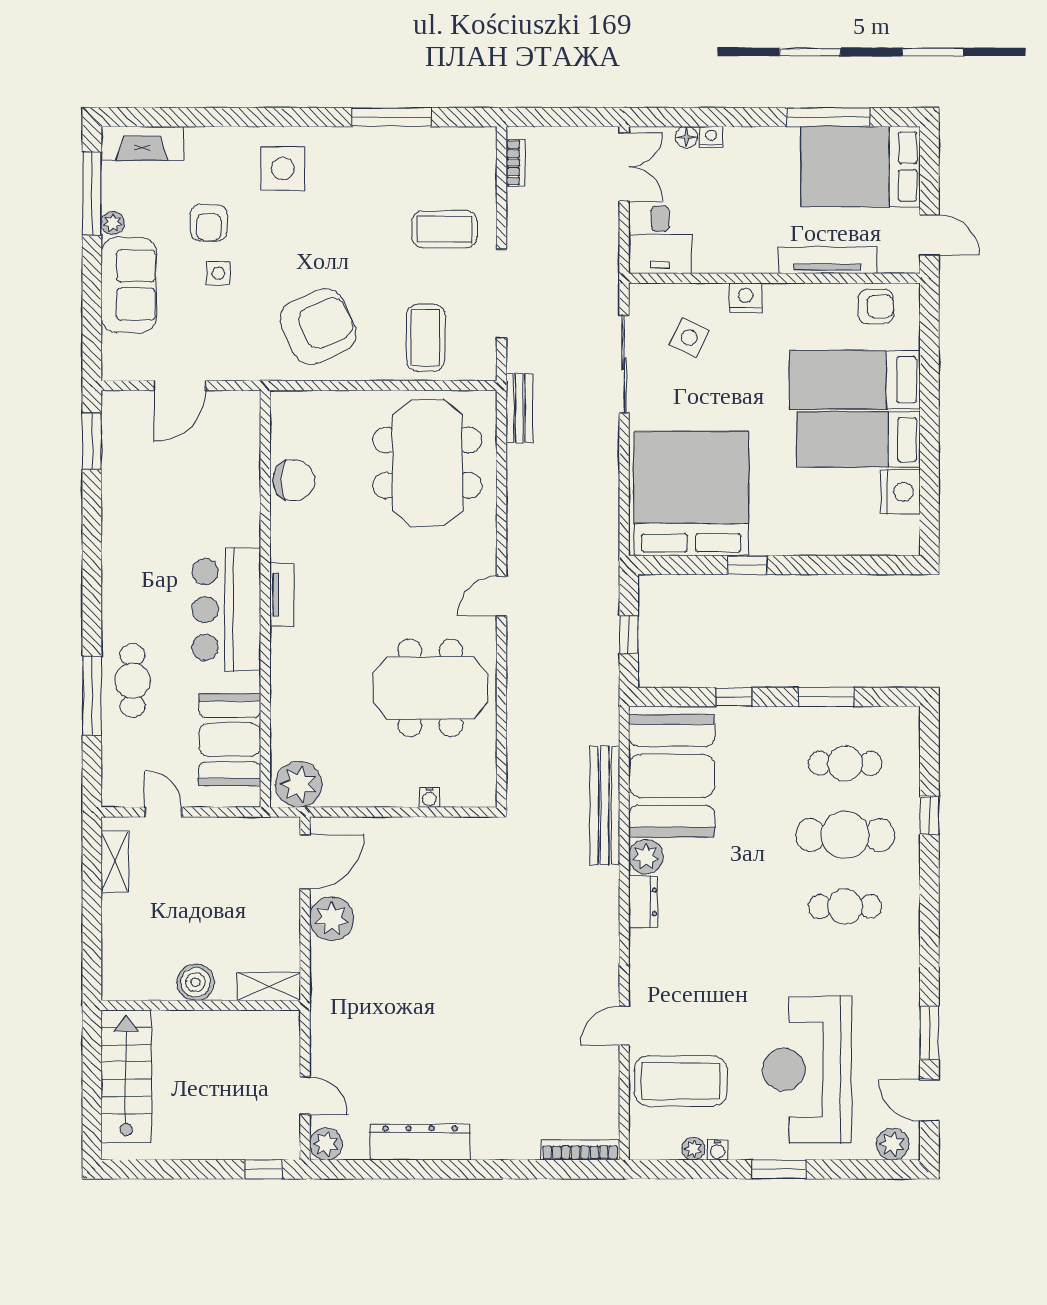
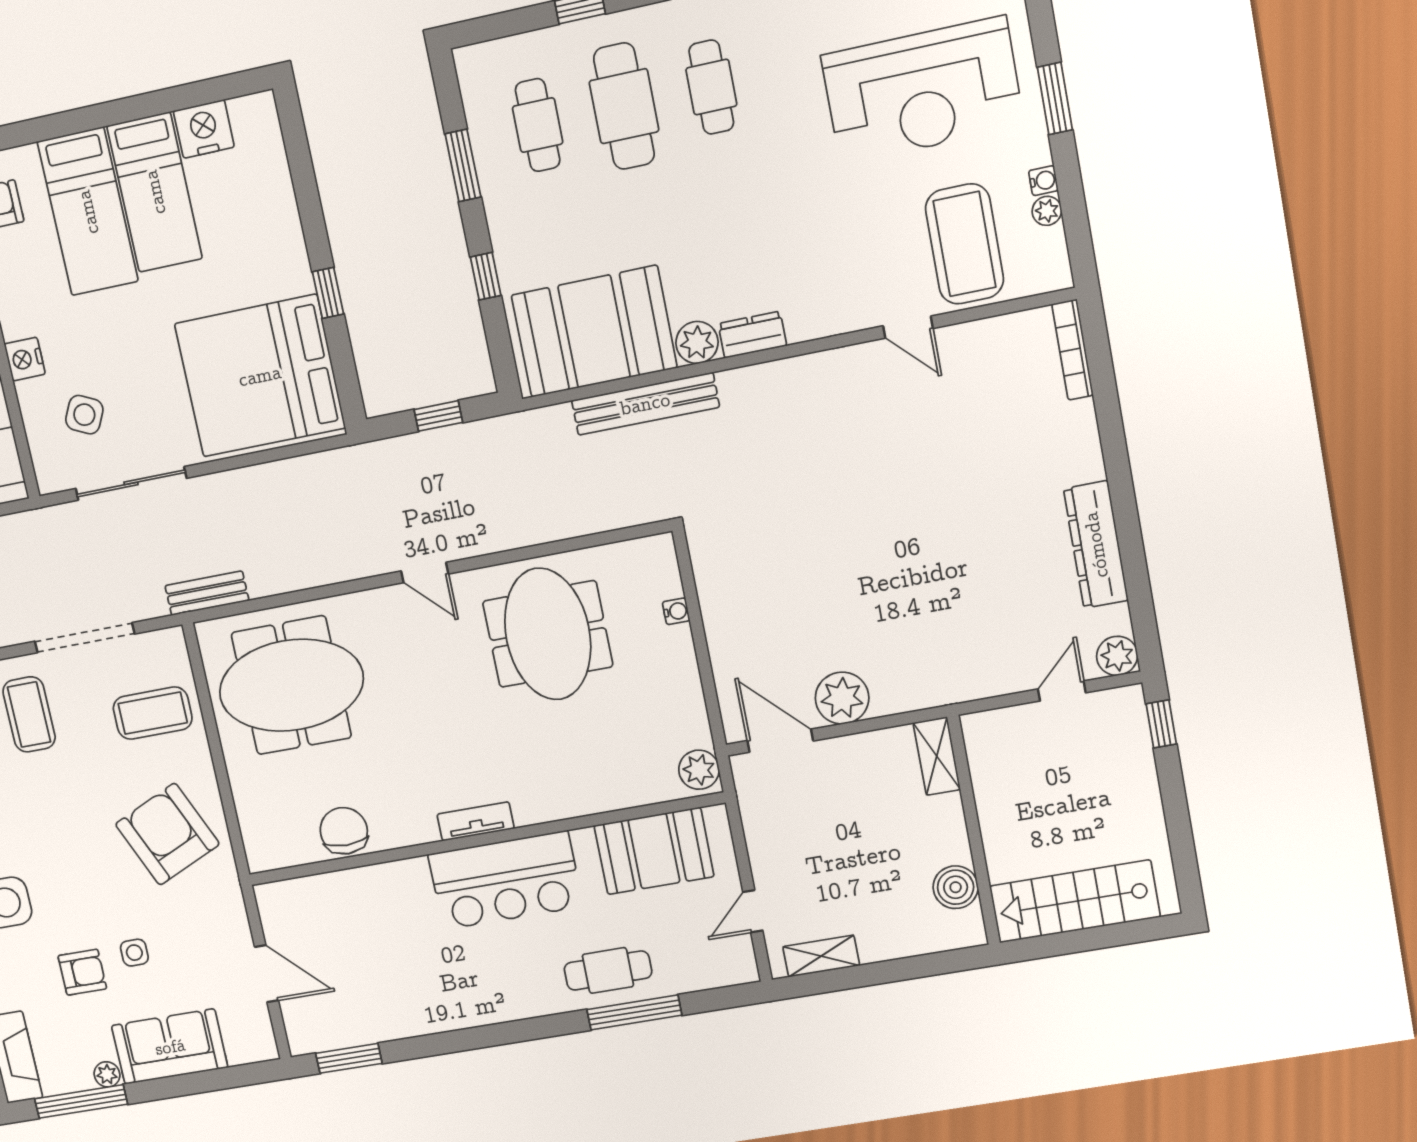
plant: (299, 784) -> (699, 770), width x0.73, depth x0.73
boiler: (196, 982) -> (956, 887), moved

